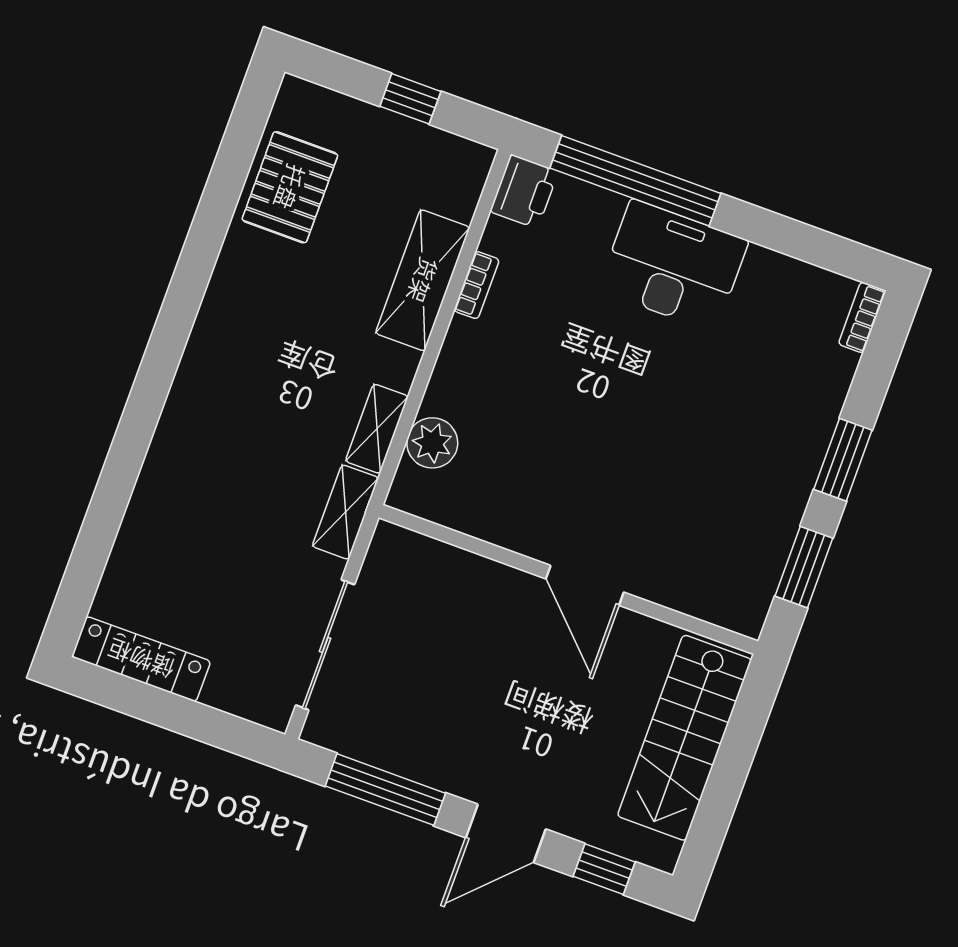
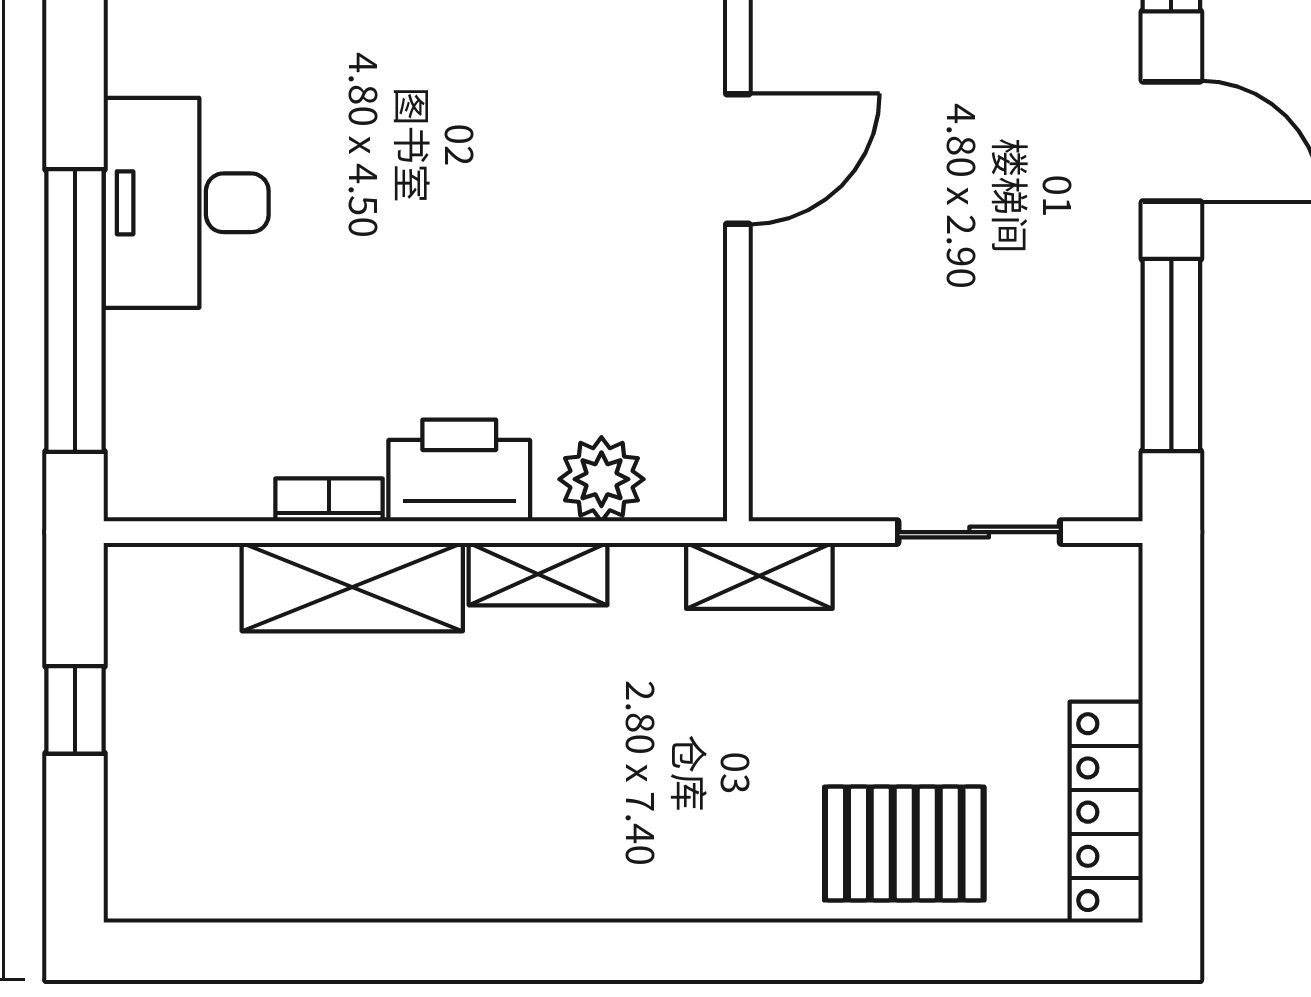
pallet: (290, 187) -> (904, 844), moved
printer: (524, 191) -> (459, 470), moved, width x1.37, depth x1.19
shelving: (377, 429) -> (538, 574), moved
sliding door: (325, 645) -> (979, 532), width x0.73

